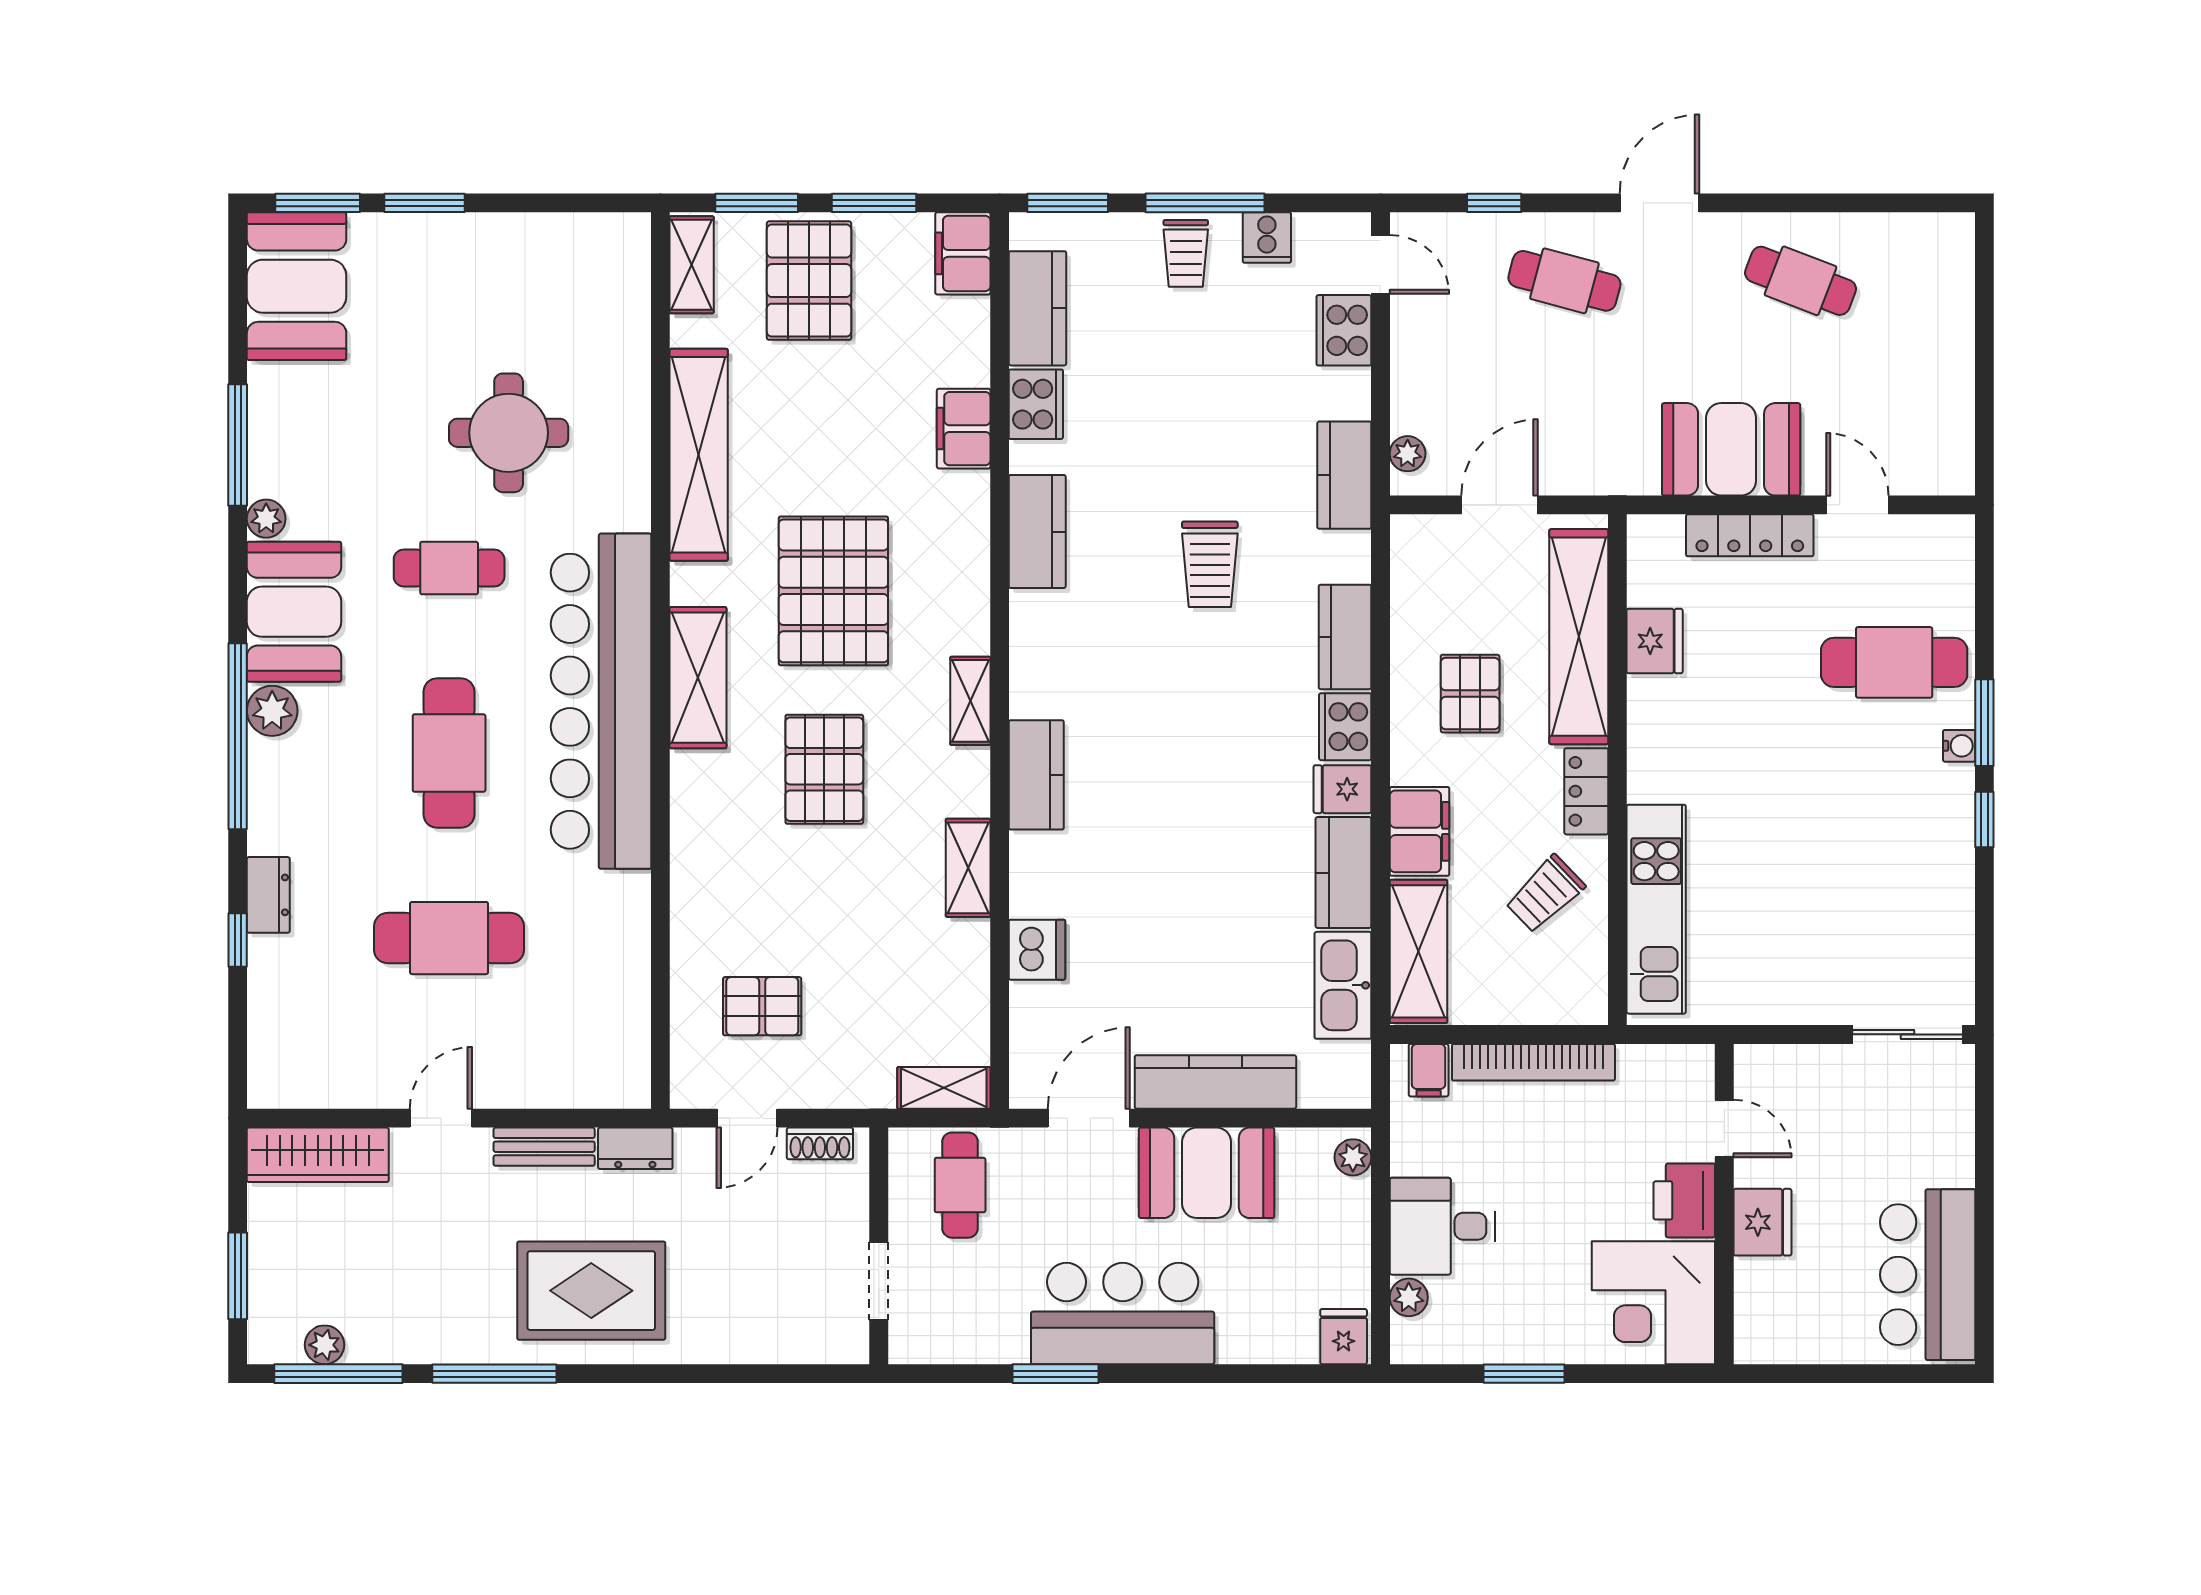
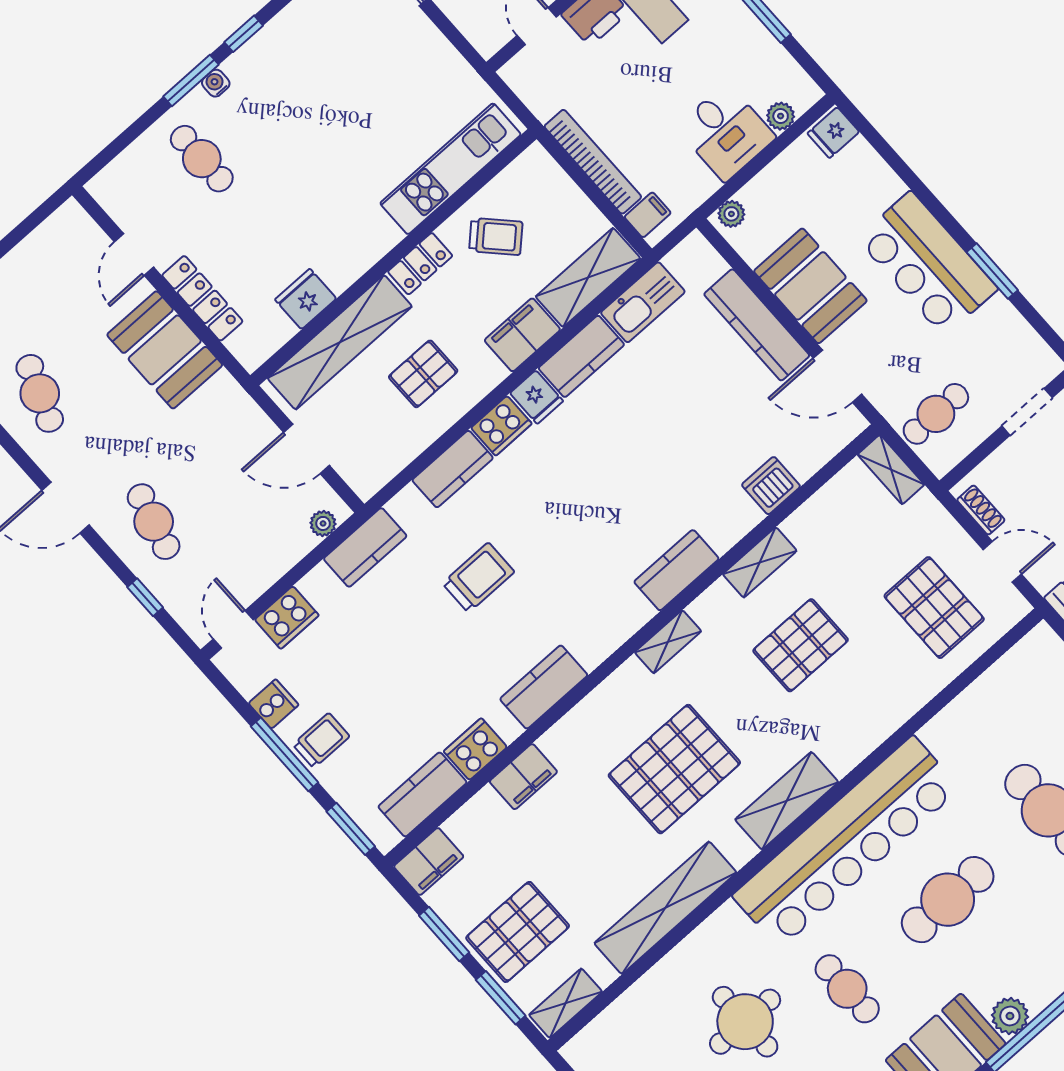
cafe table: (1894, 662) -> (202, 159), width x0.73, depth x0.74
pallet: (824, 769) -> (801, 645), moved
pallet: (762, 1006) -> (934, 608), width x1.50, depth x1.42

